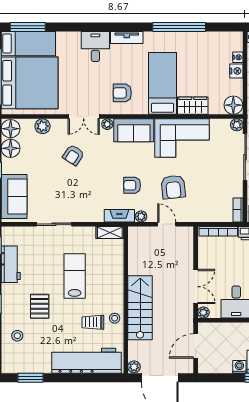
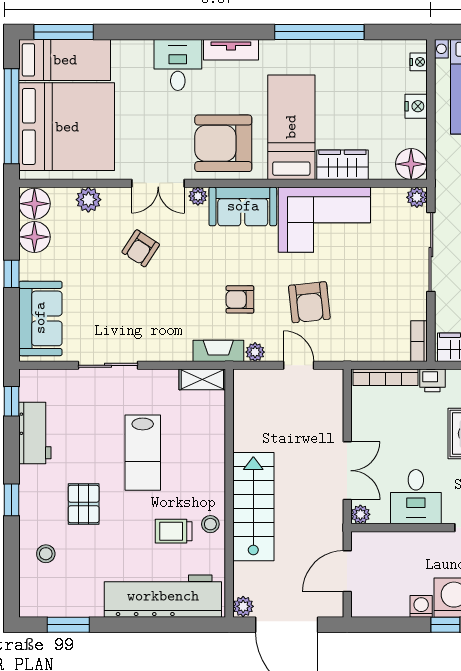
nightstand: (238, 57) -> (419, 62), moved
armchair: (122, 93) -> (223, 143), width x1.88, depth x1.88
lab bench: (75, 276) -> (143, 453), turned 180

